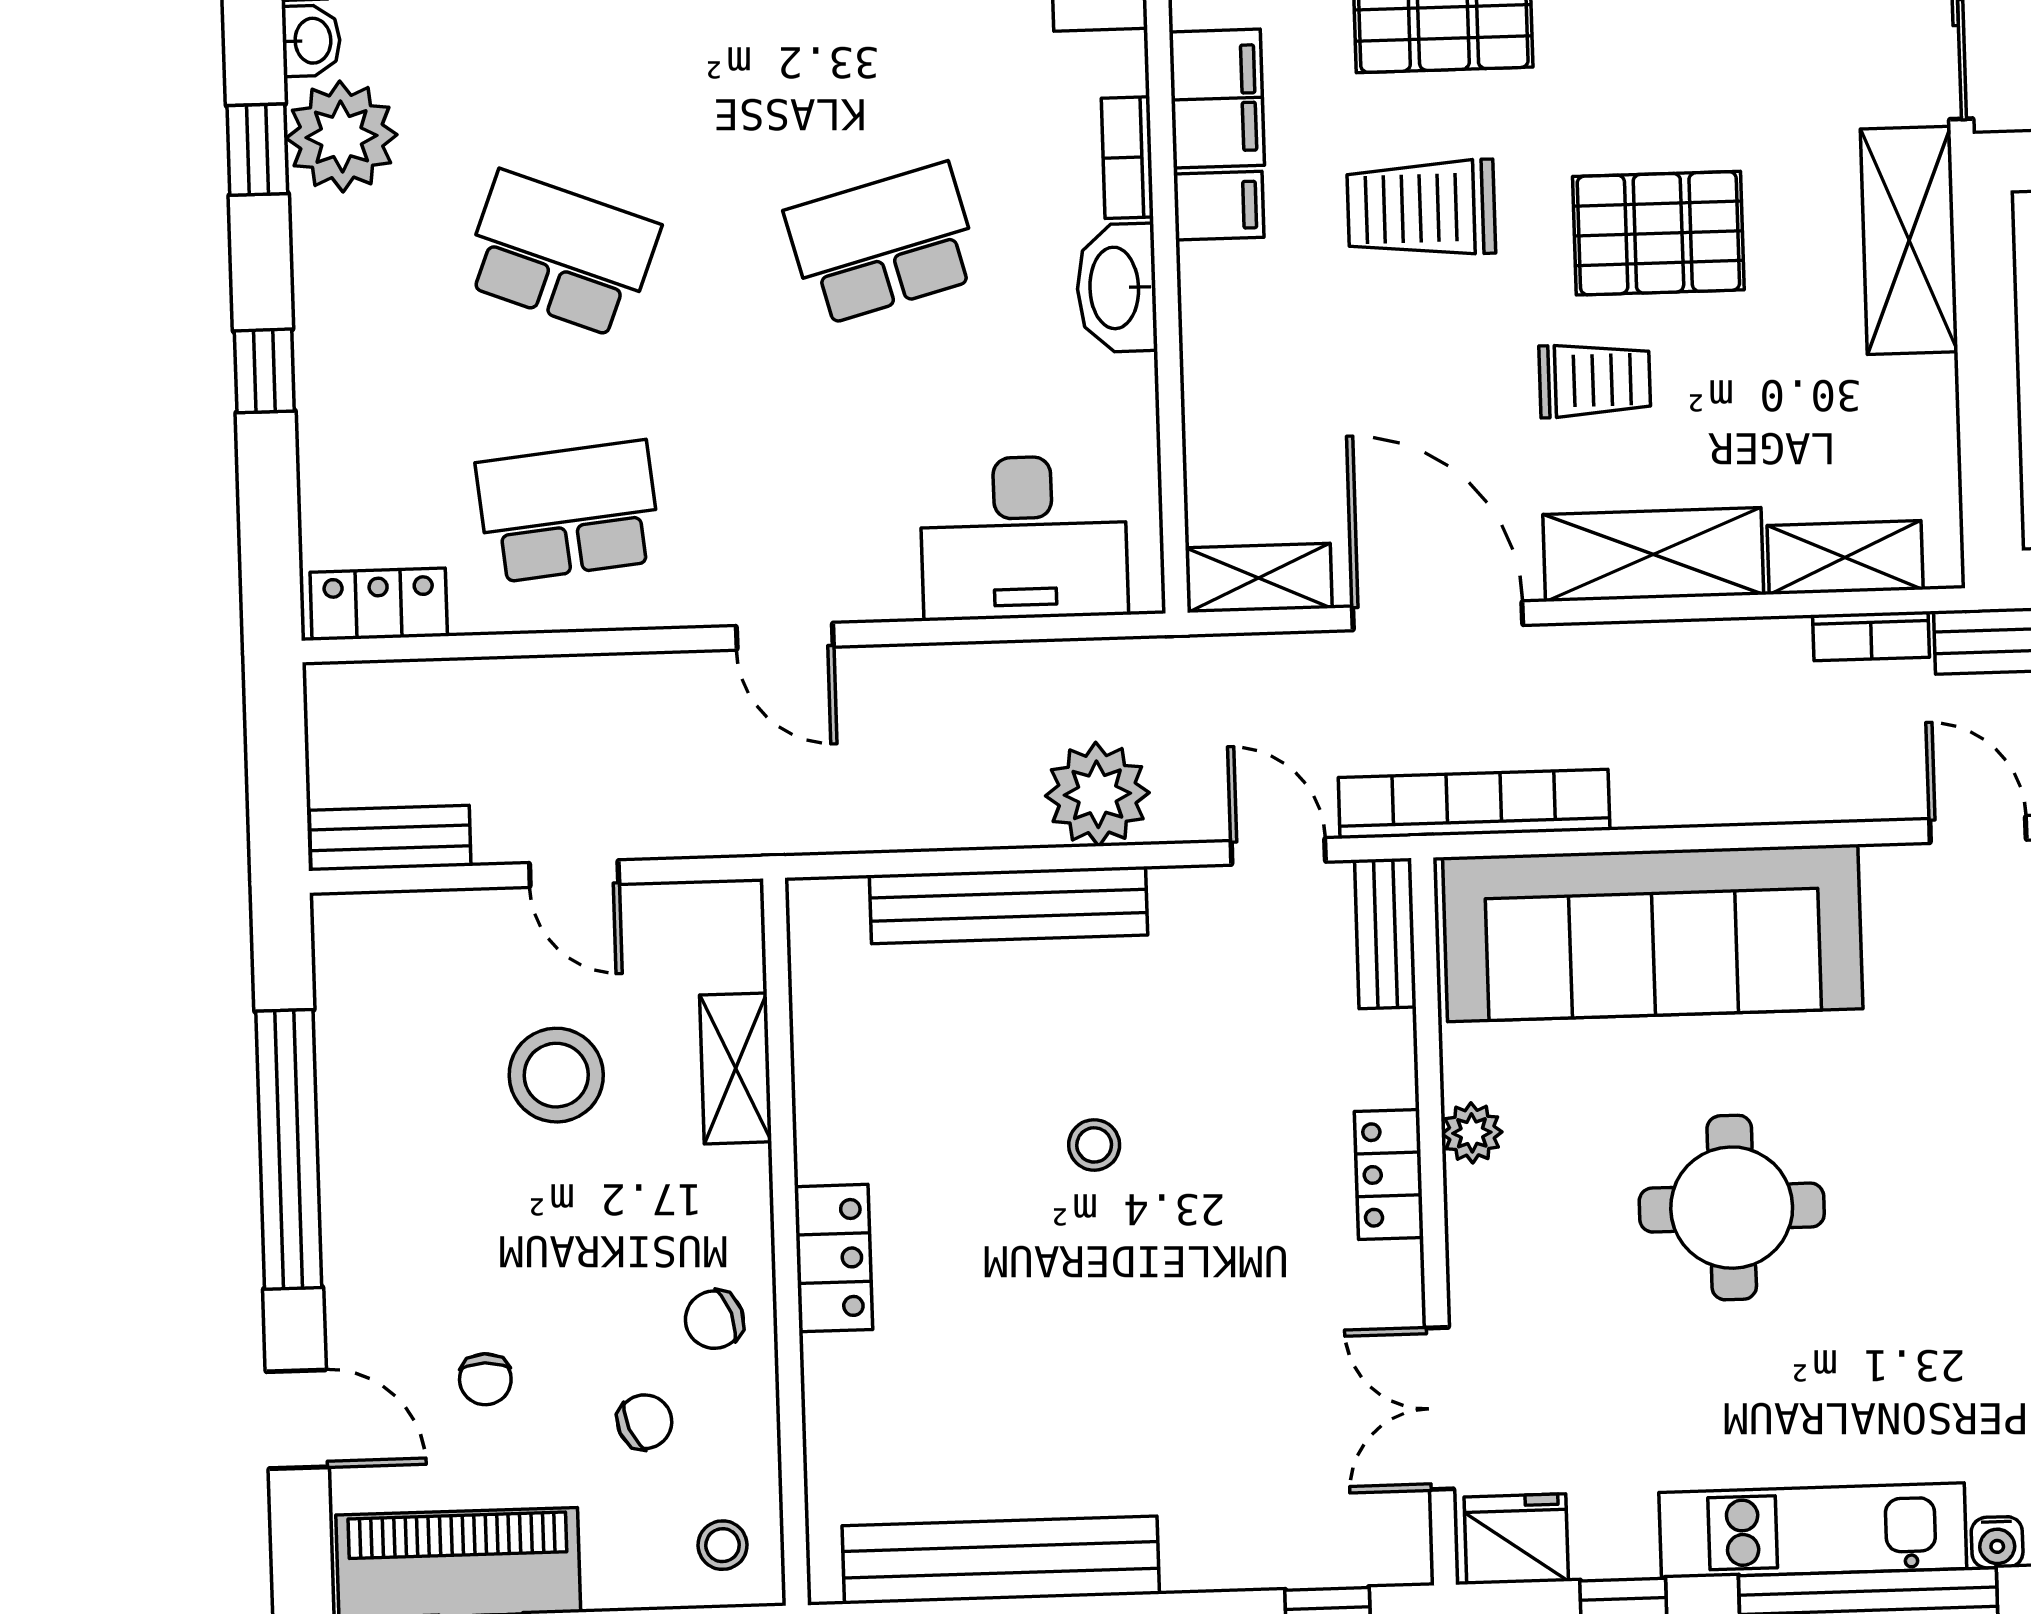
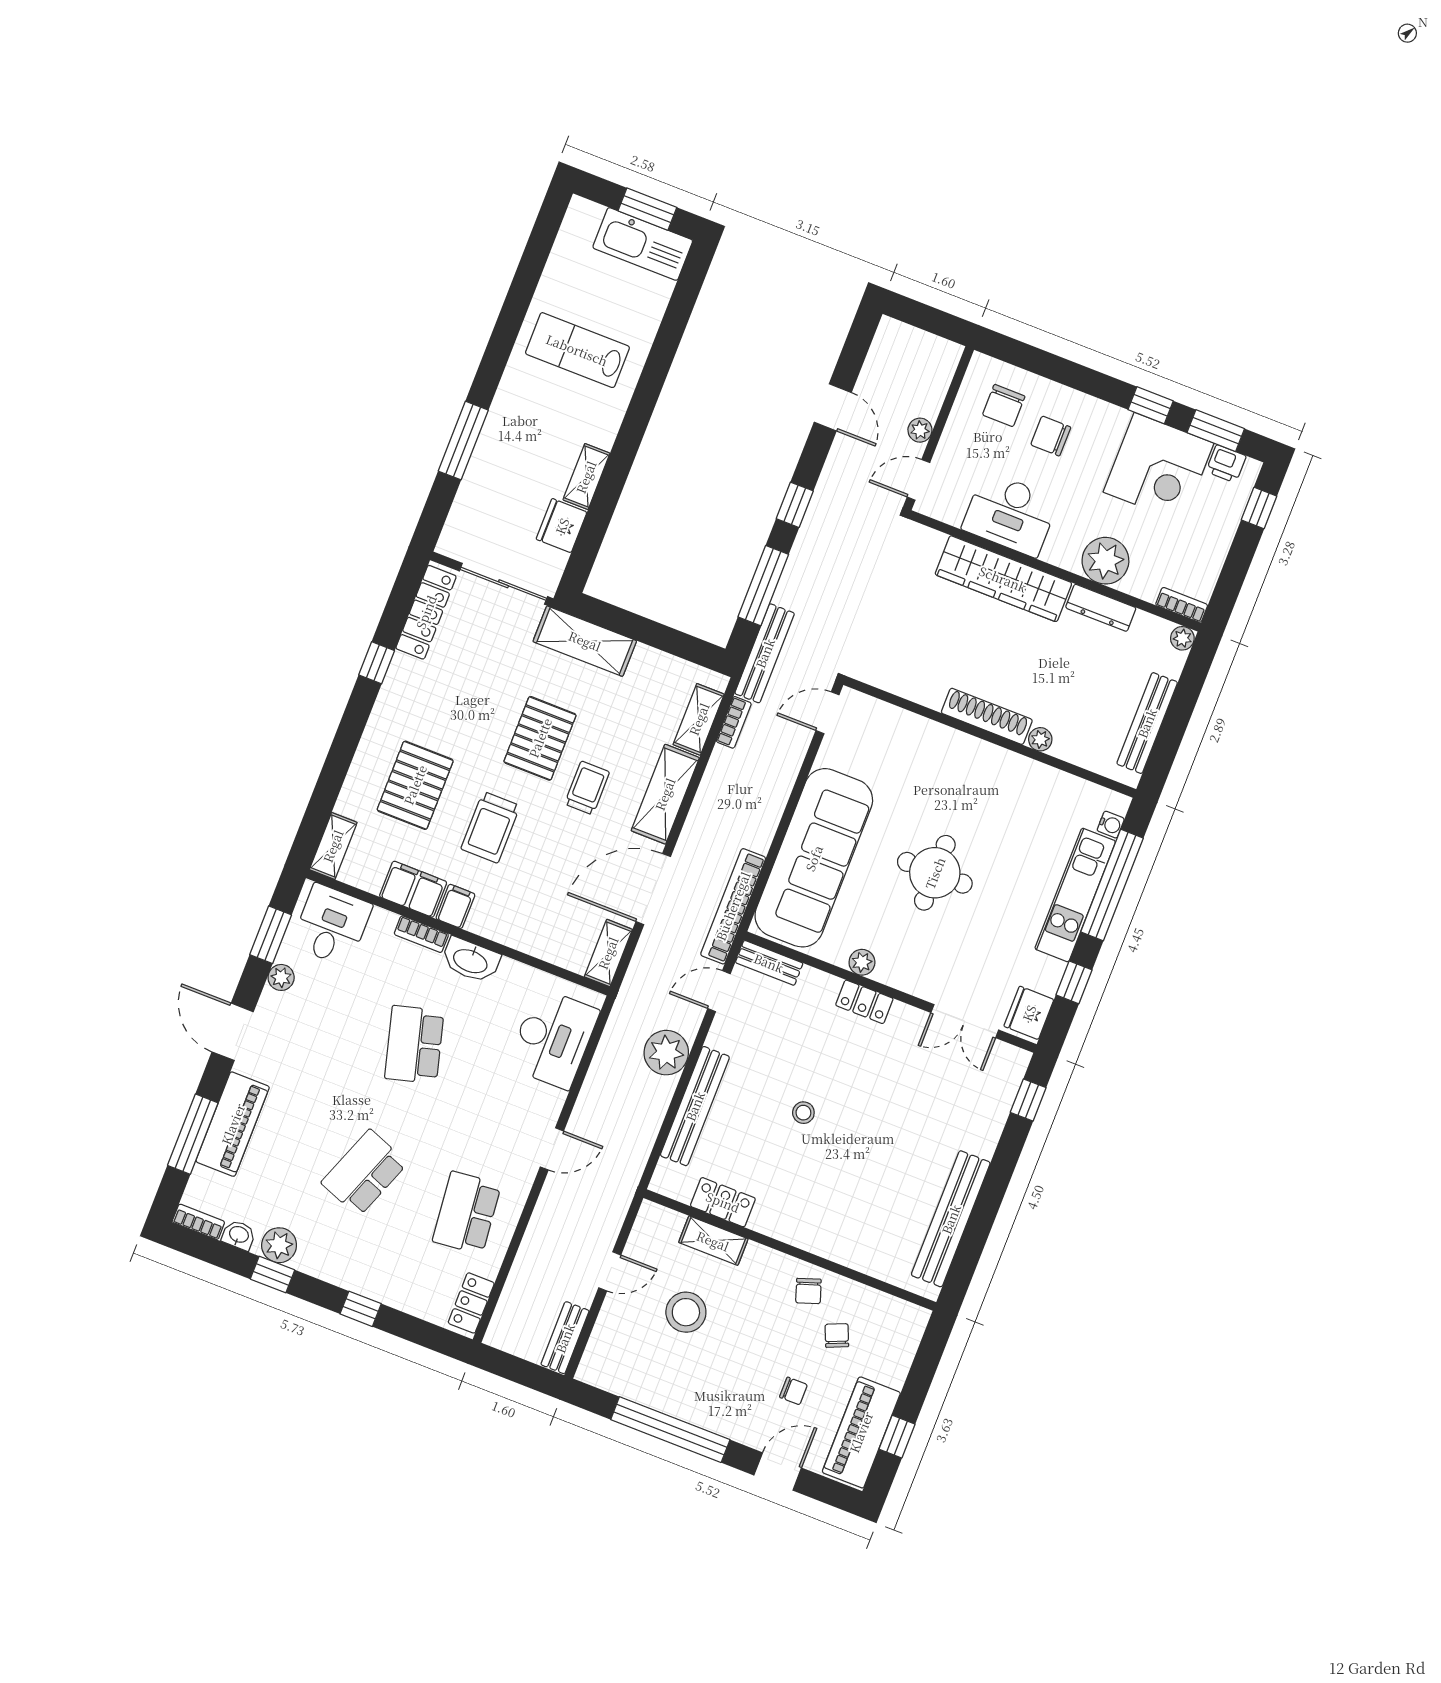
plant: (341, 136) -> (279, 1245), width x0.73, depth x0.73
locker: (834, 1258) -> (723, 1202), moved
stool: (723, 1545) -> (898, 1326), removed

